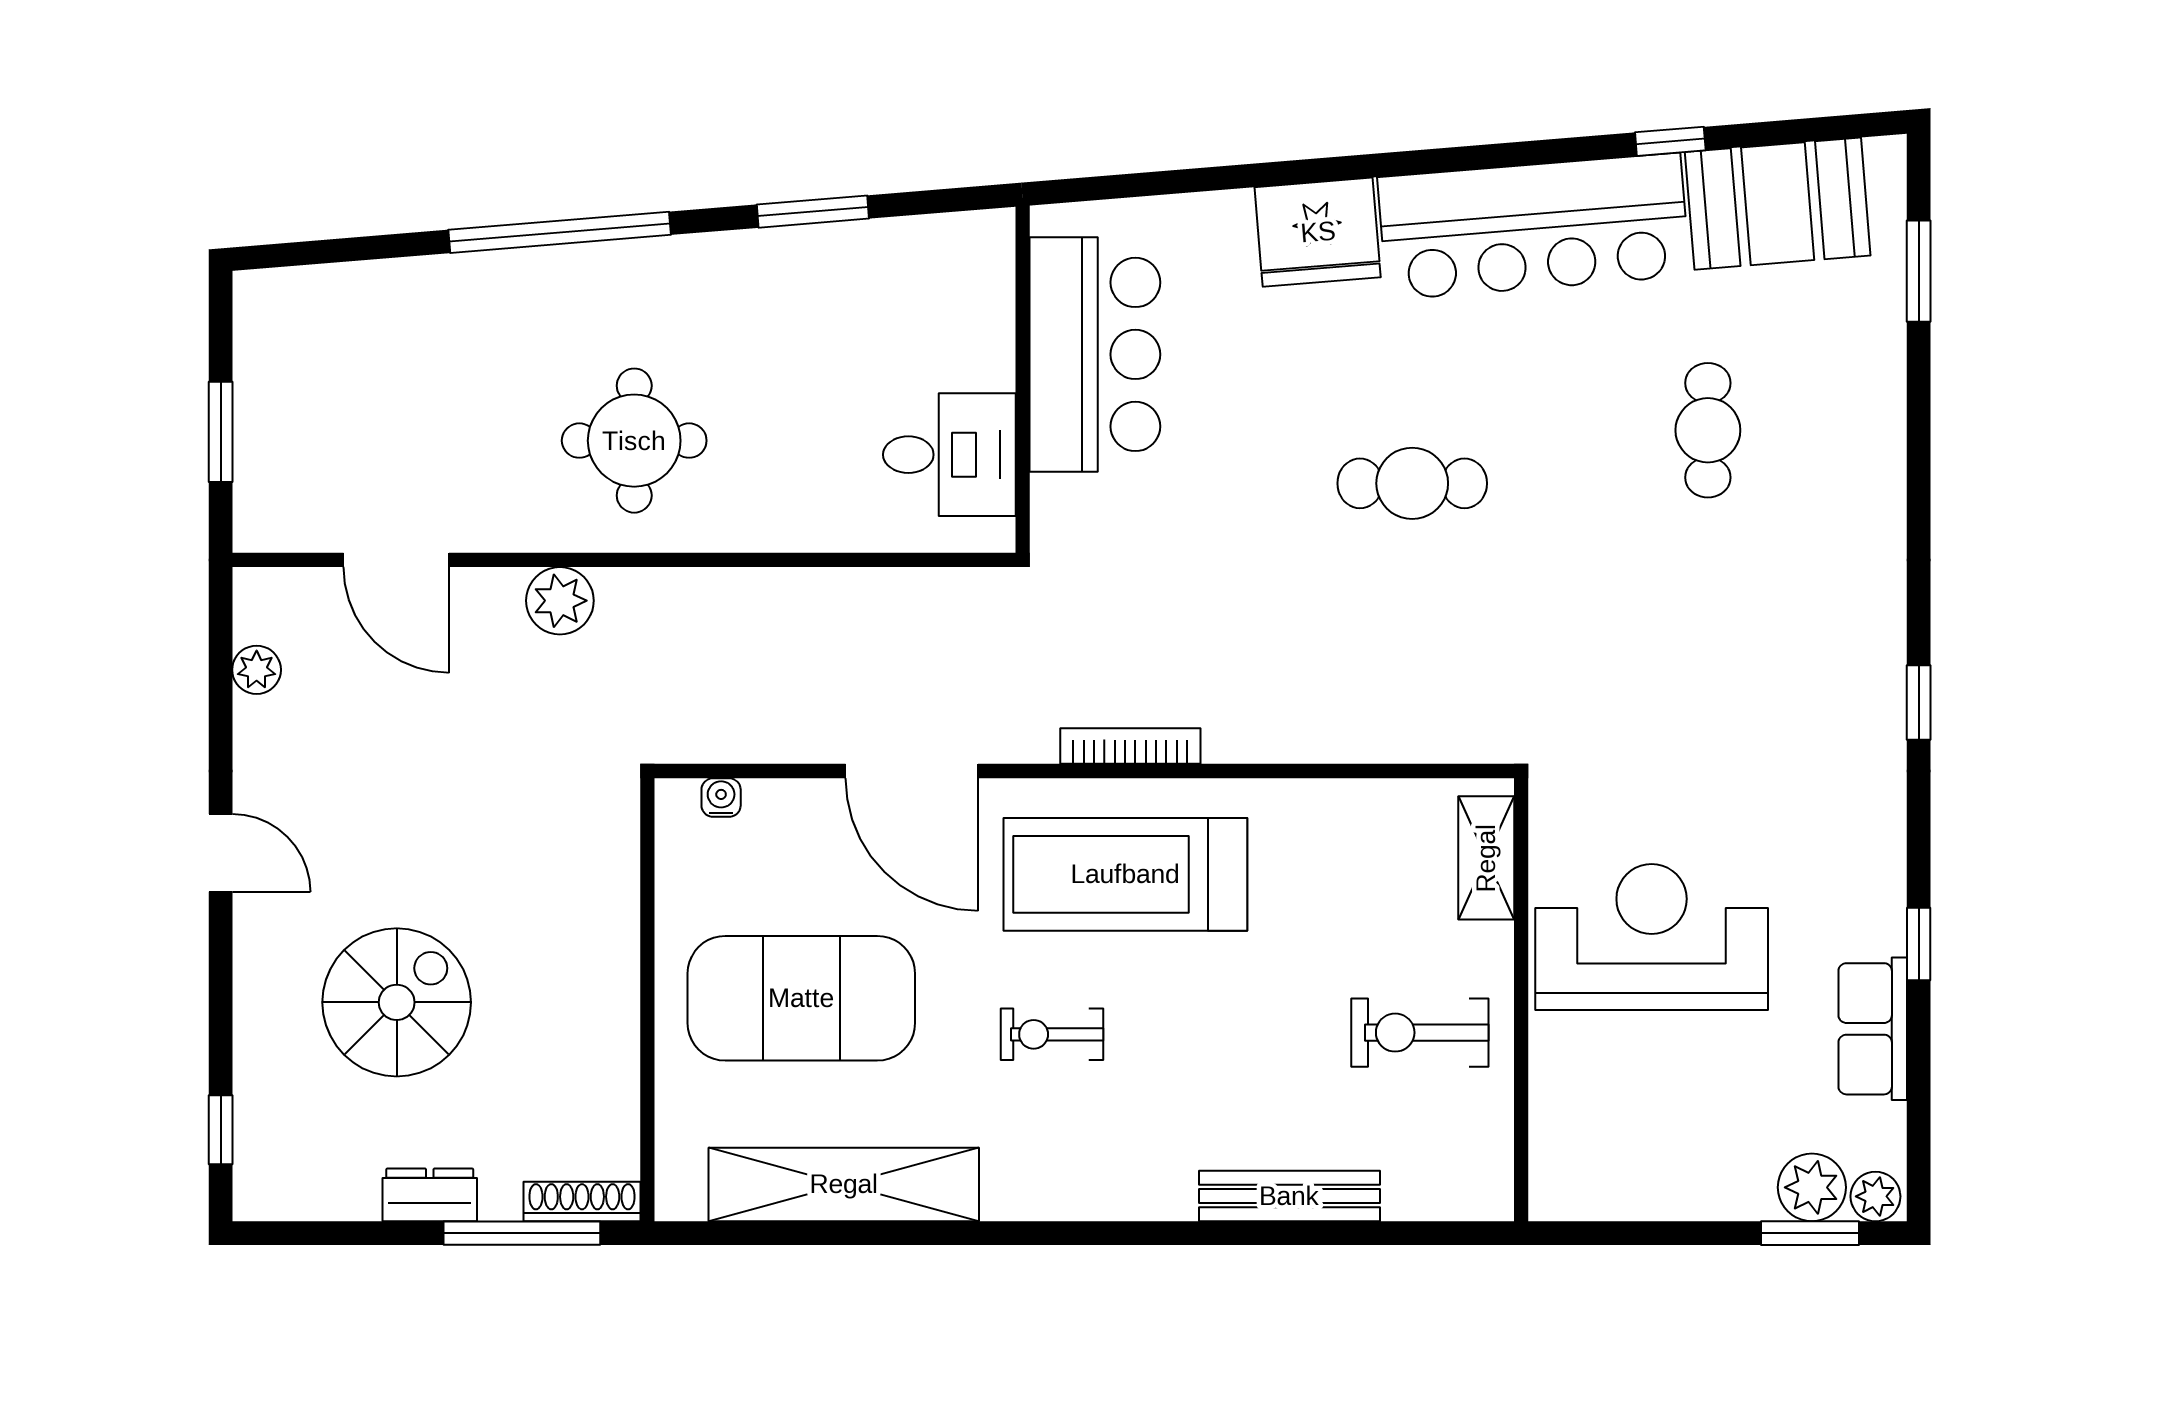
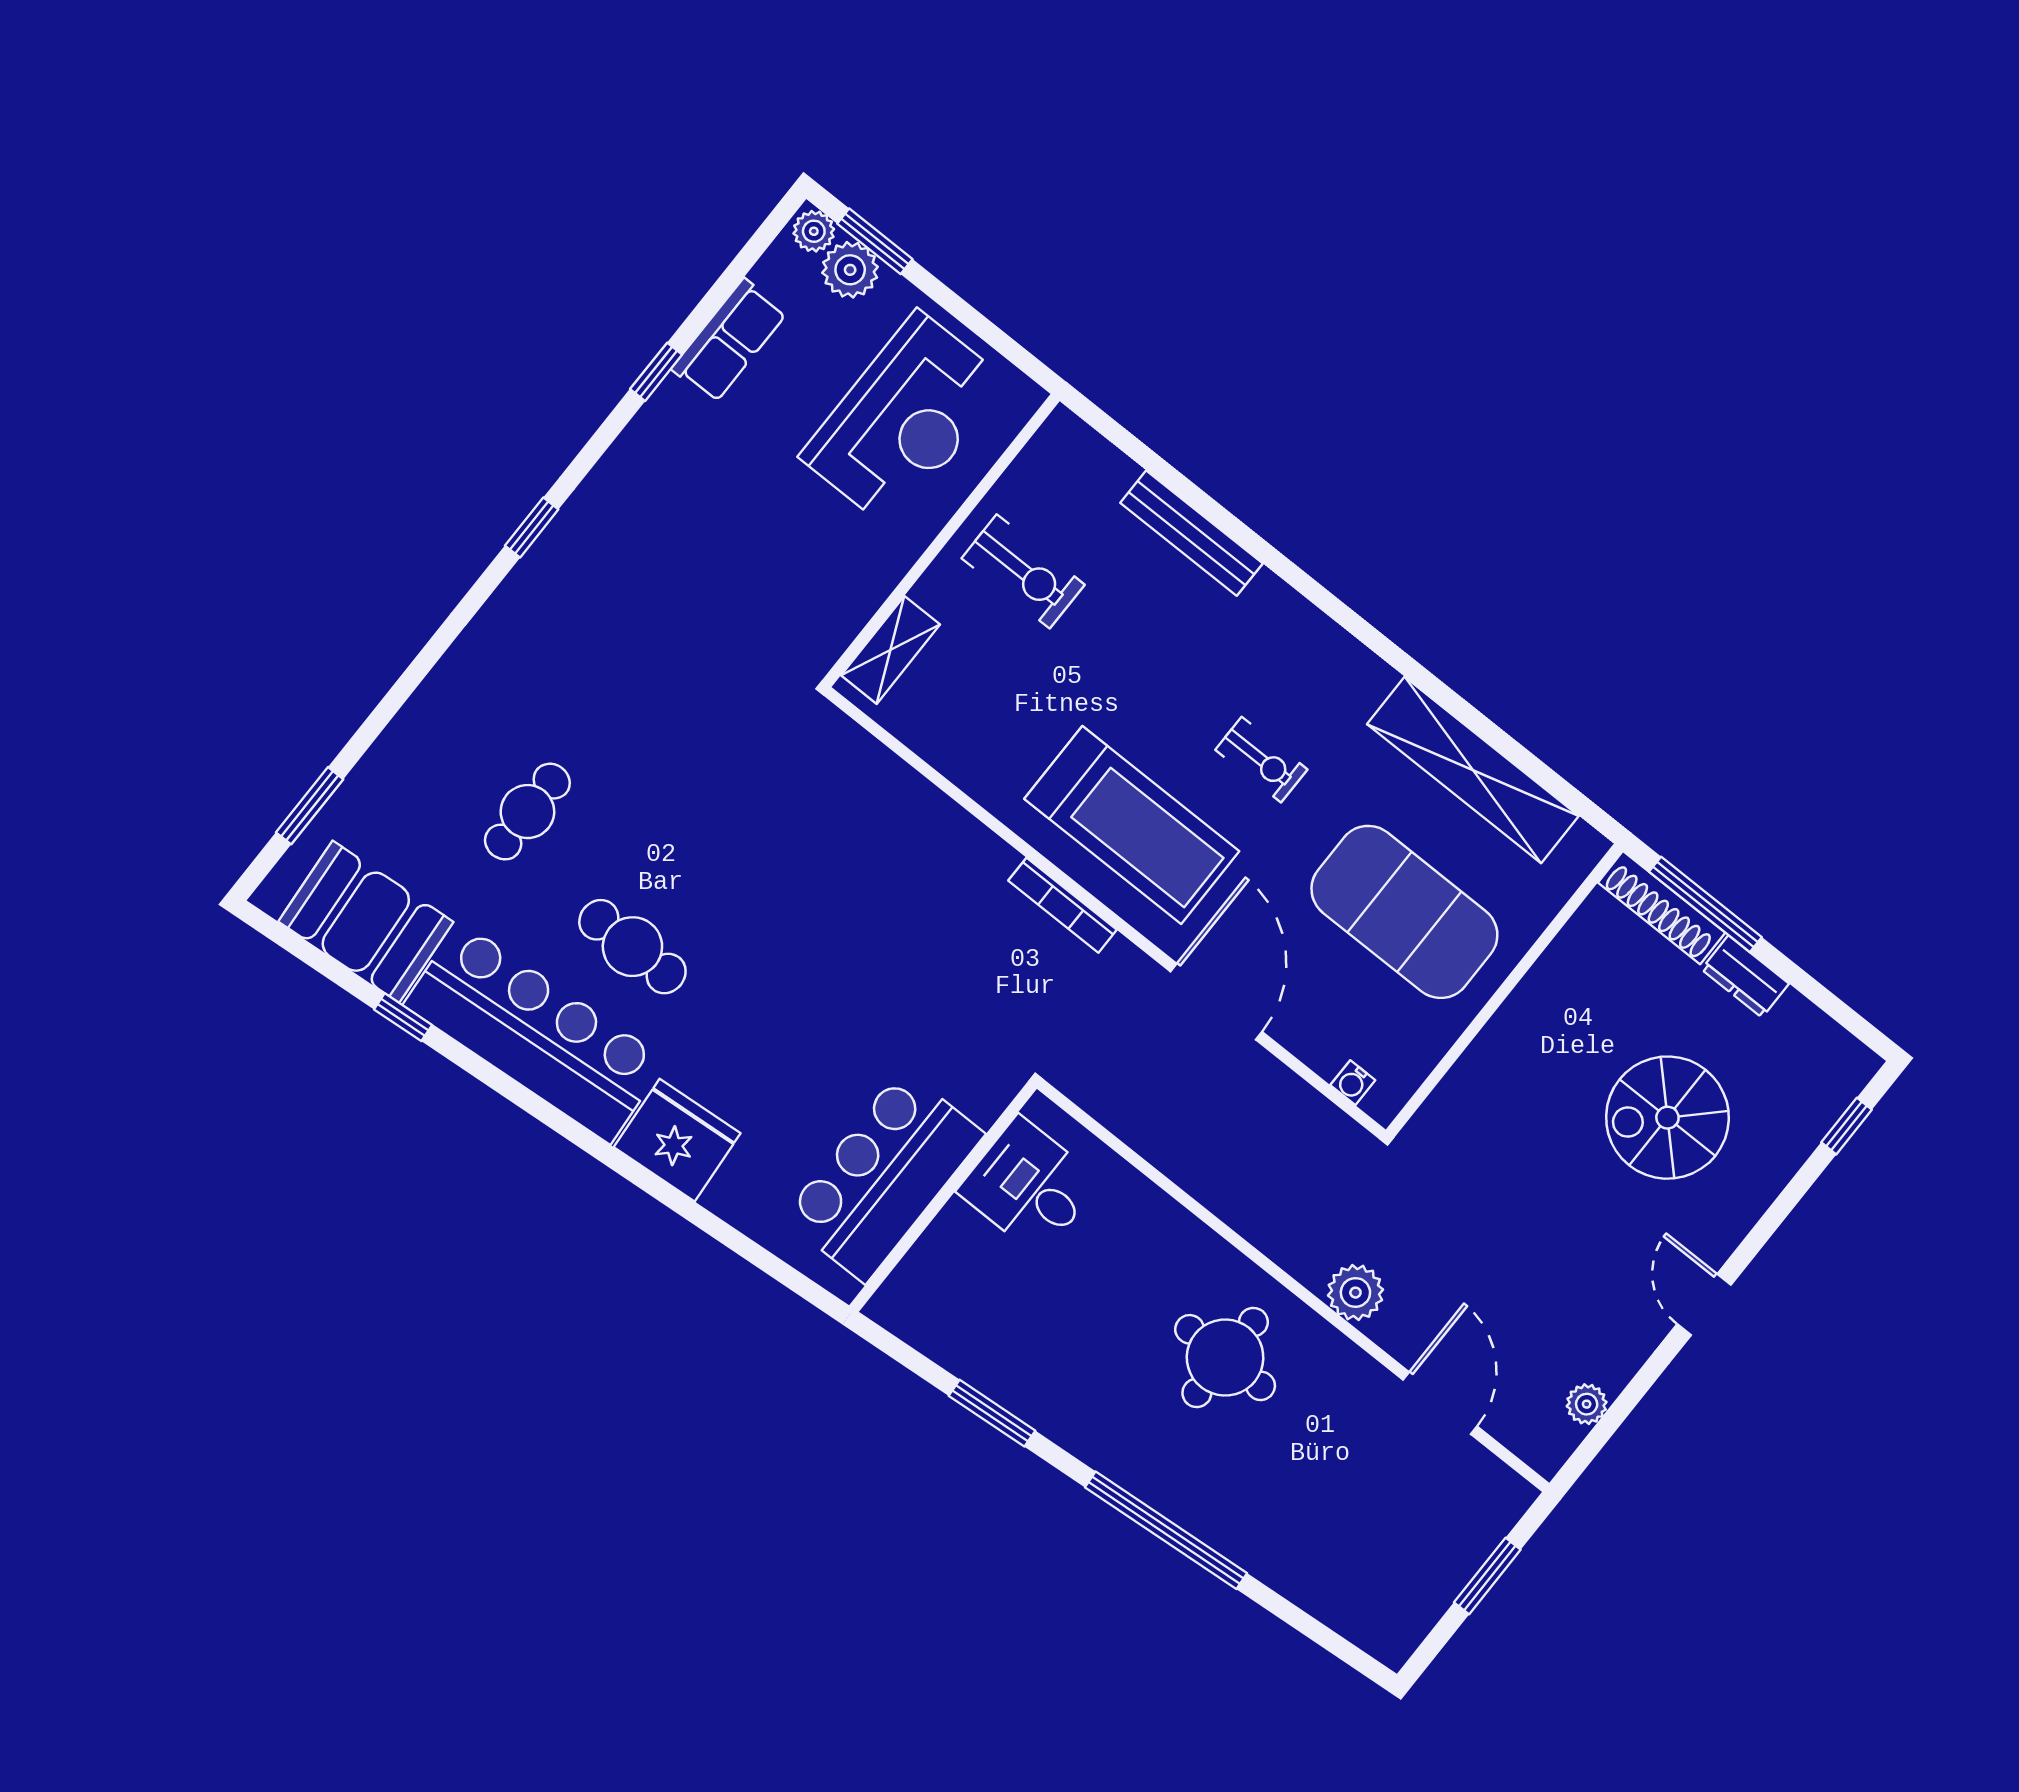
cafe table: (1412, 483) -> (632, 947), moved
reception desk: (1652, 937) -> (904, 420), moved, turned -90
shoe rack: (582, 1201) -> (1662, 908), width x1.36, depth x1.24

